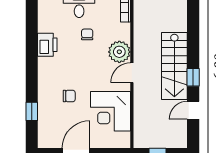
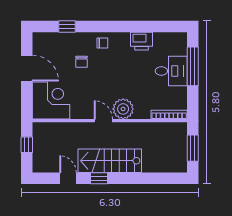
chair: (87, 34) -> (102, 43), moved
printer: (47, 45) -> (142, 41), moved
corner desk: (110, 111) -> (51, 101), moved, turned 90

